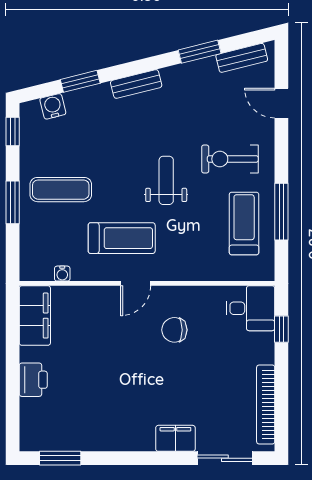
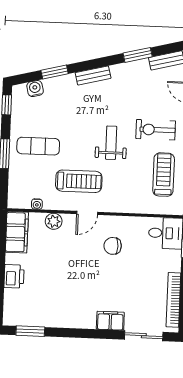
plant: (87, 298) -> (54, 221), added

